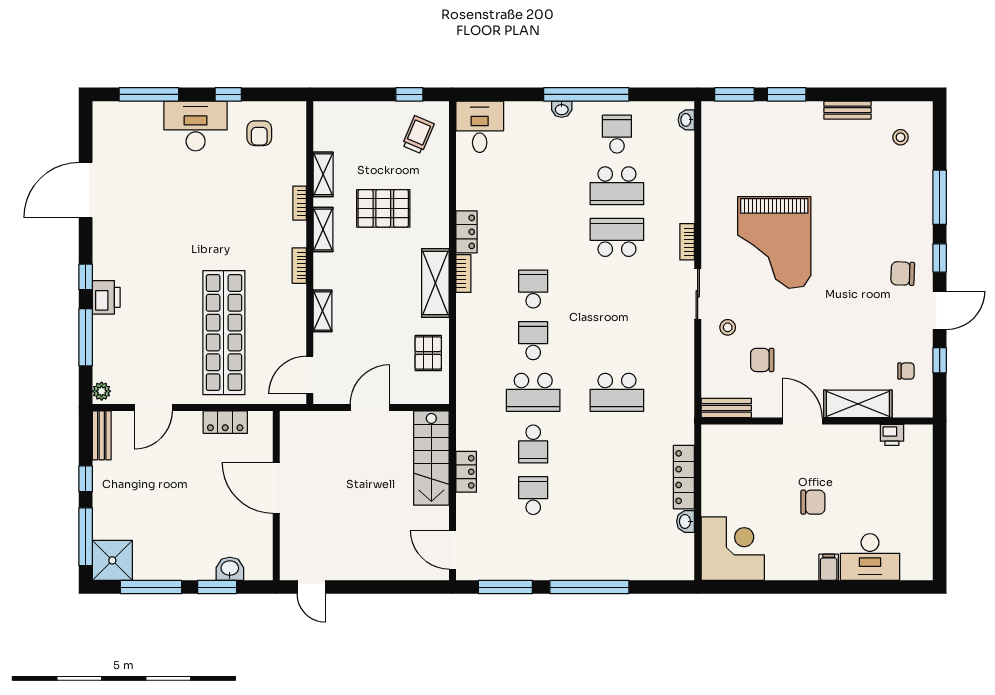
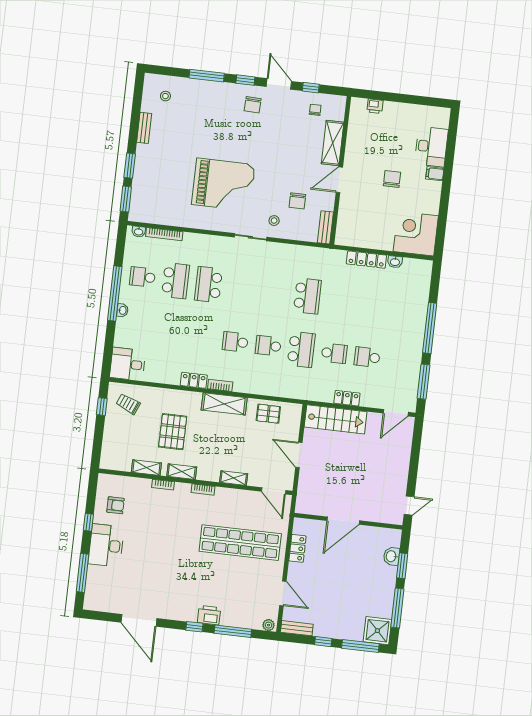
bookcase: (687, 242) -> (164, 234), moved, width x1.56
printer: (892, 435) -> (375, 106), moved, turned 90

